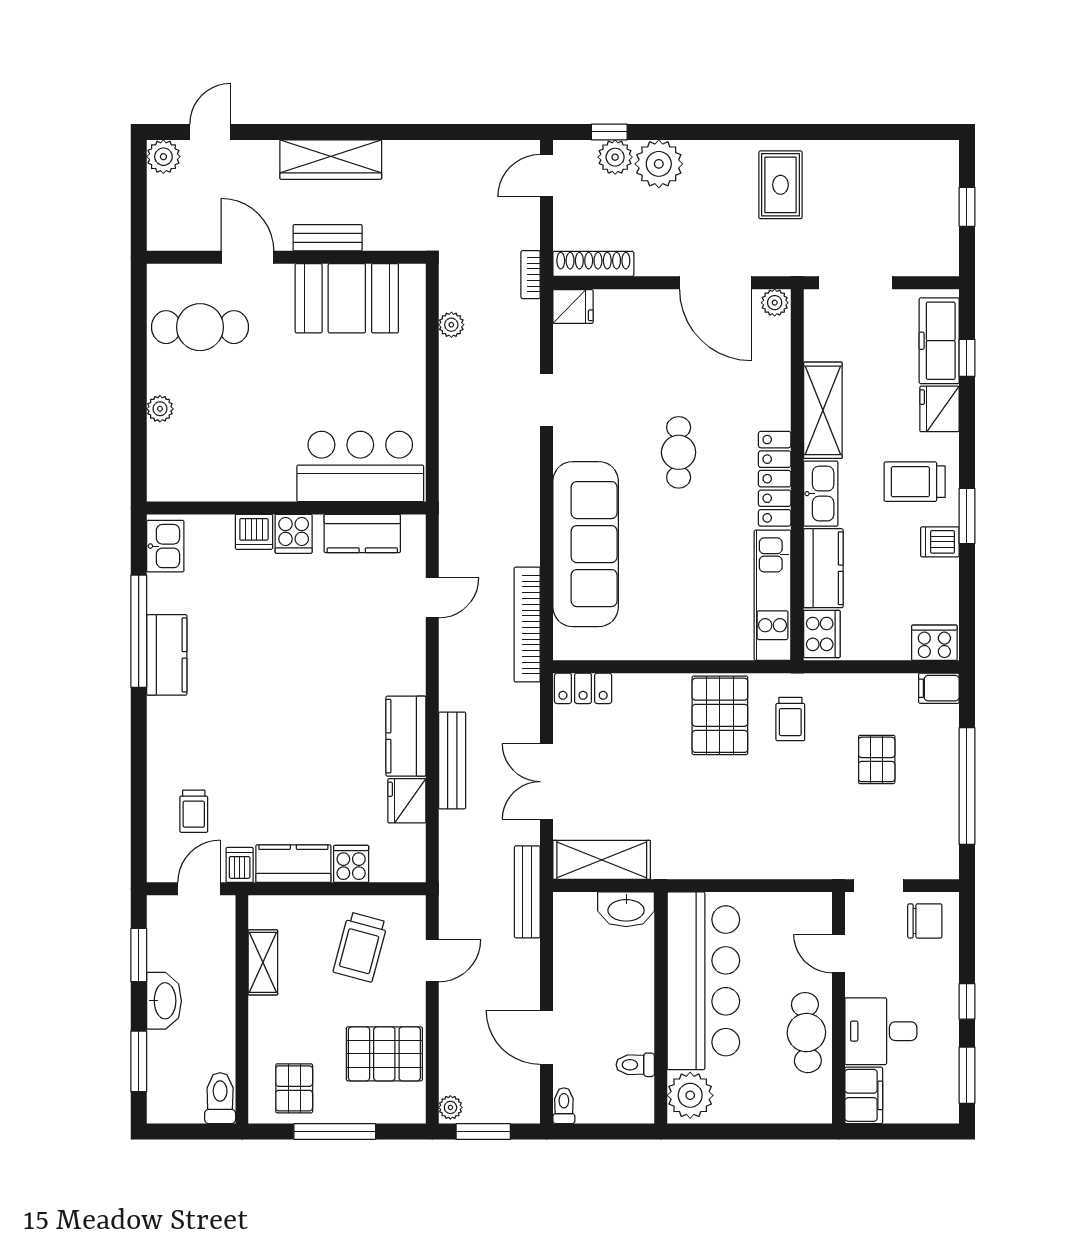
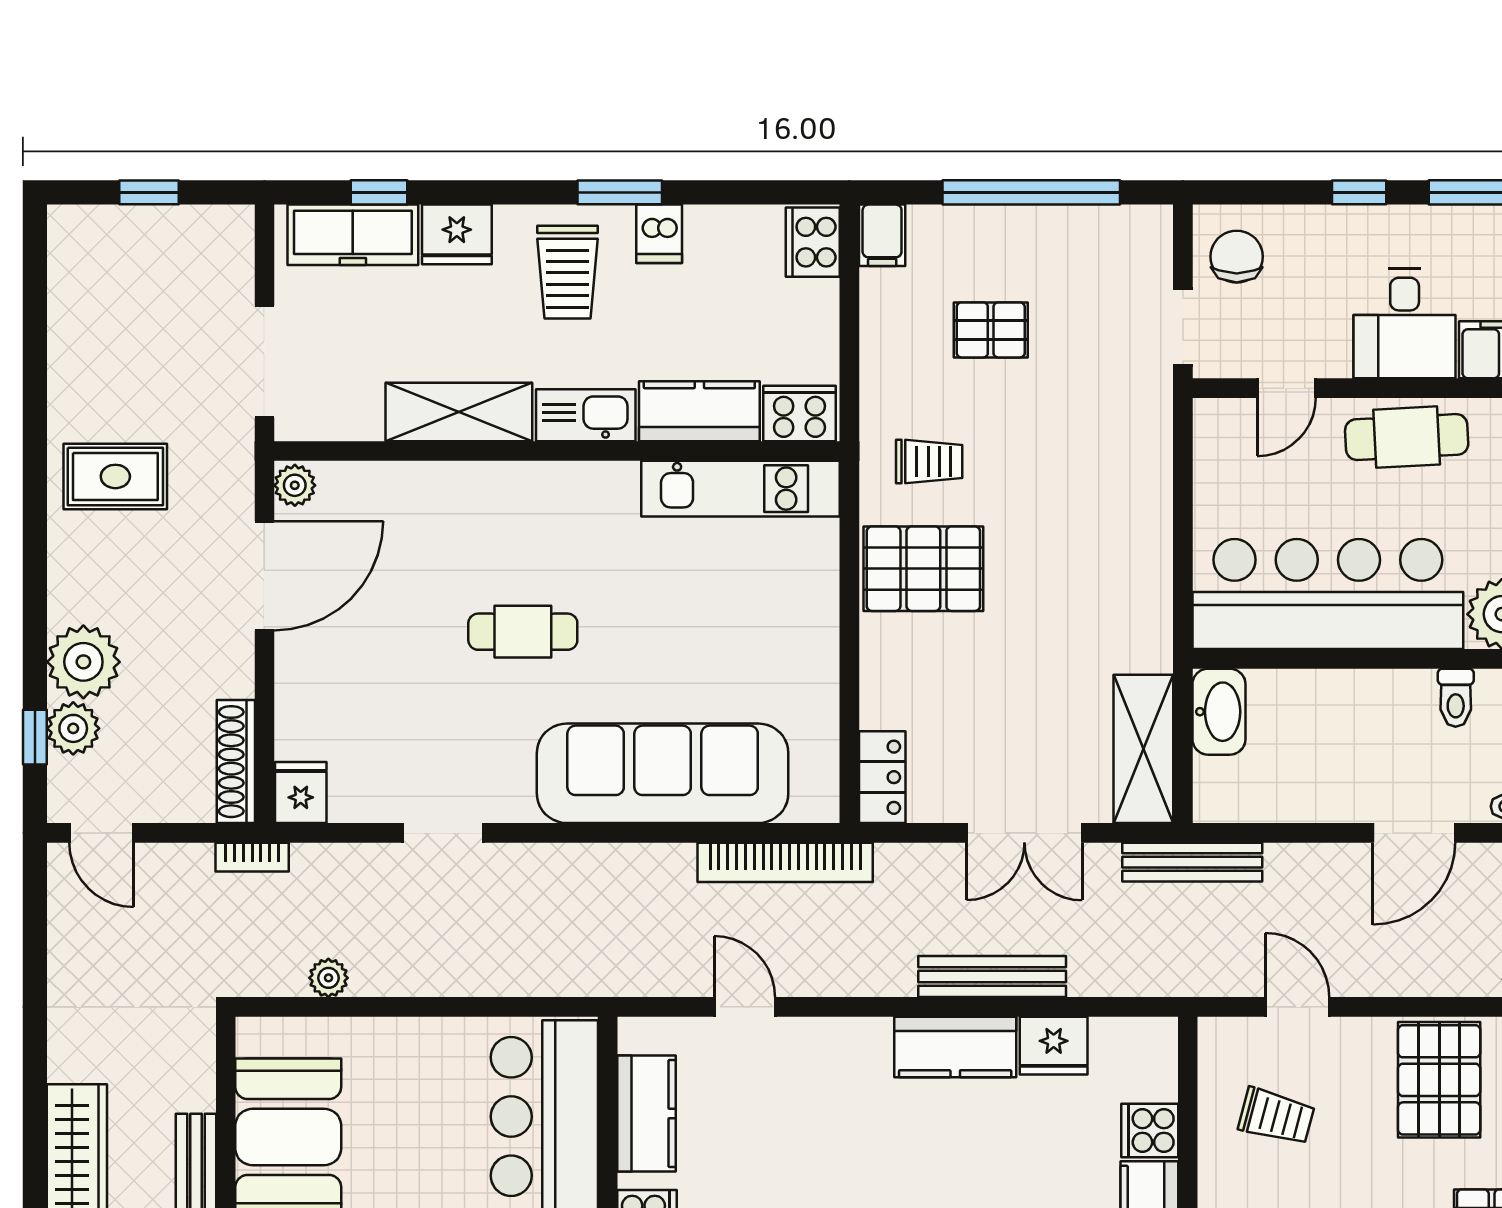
locker: (775, 479) -> (563, 485), removed
trolley: (360, 947) -> (1276, 1116), width x0.73, depth x0.72

